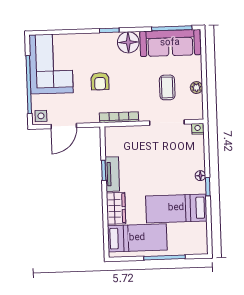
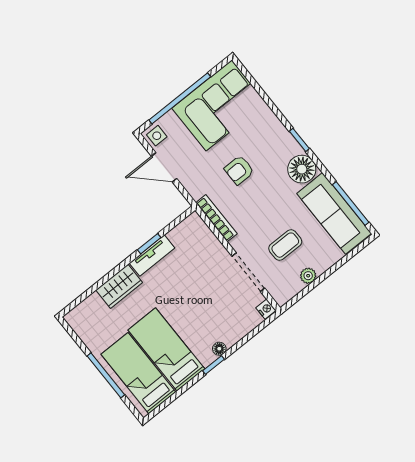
bed: (137, 238) -> (138, 373), moved, turned 180

